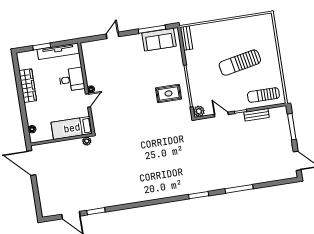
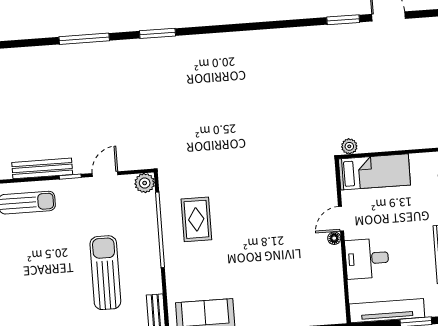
sun lounger: (240, 63) -> (105, 273), moved, turned -79
rug: (168, 93) -> (196, 219), turned 90
door: (221, 114) -> (105, 174), swing flipped
bench: (257, 115) -> (42, 168), width x1.36

